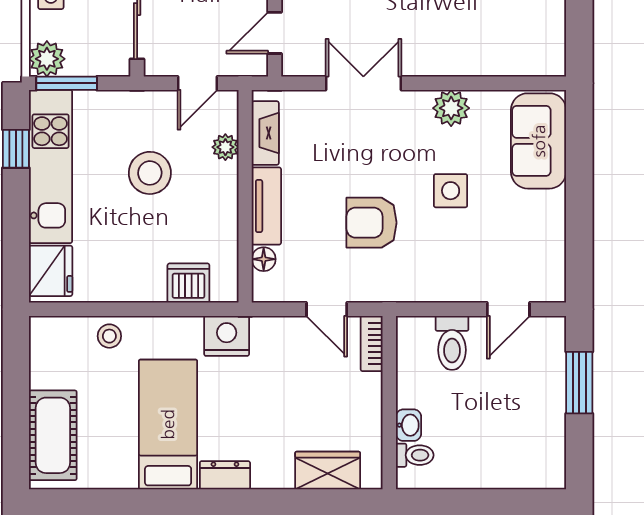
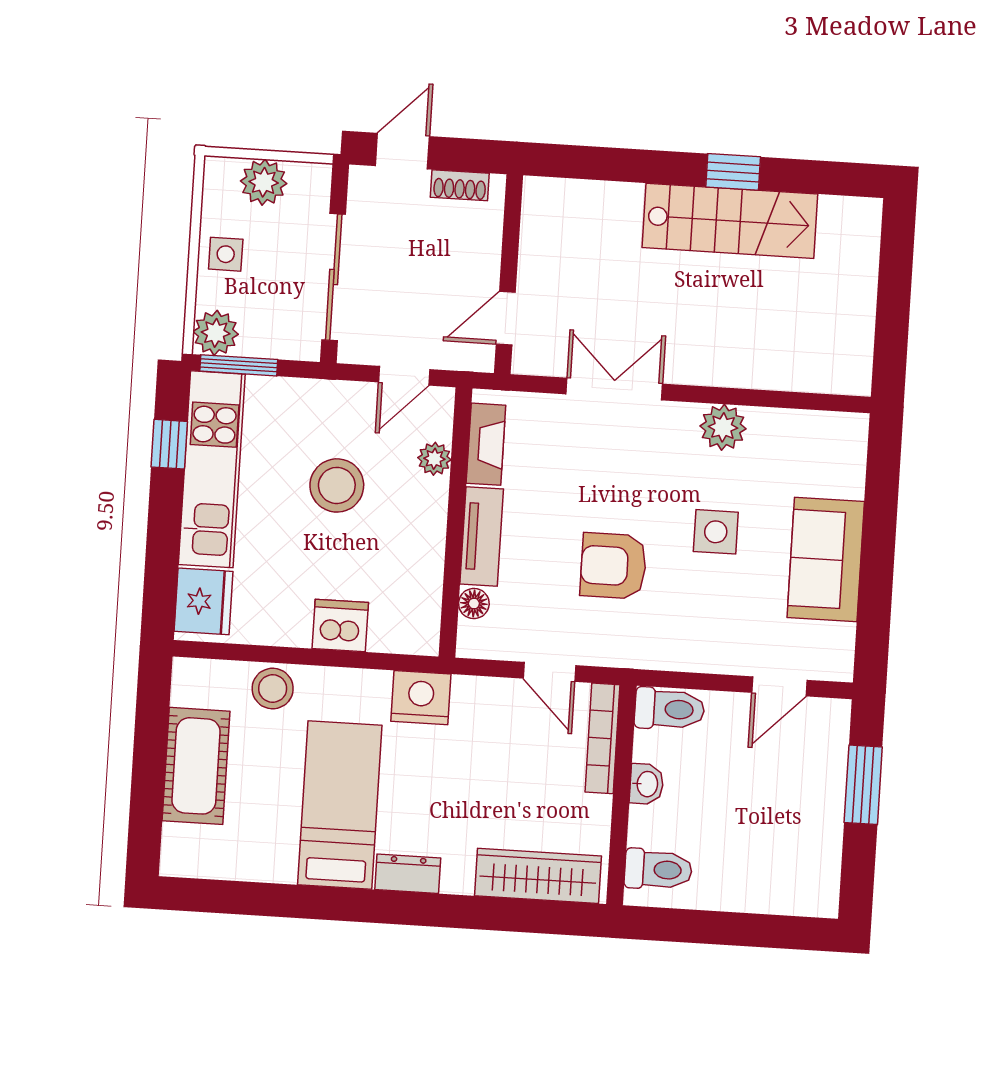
sofa: (539, 141) -> (826, 560), moved
dishwasher: (188, 283) -> (340, 625), moved
stool: (109, 336) -> (273, 689), width x1.37, depth x1.37
bookcase: (372, 343) -> (603, 738), width x1.56
toilet: (452, 343) -> (669, 709), moved, turned -90
washbasin: (408, 425) -> (646, 784), moved
cot: (53, 435) -> (196, 766), moved
toilet: (415, 455) -> (658, 870), width x1.37, depth x1.39
wardrobe: (328, 470) -> (538, 876), width x1.50

